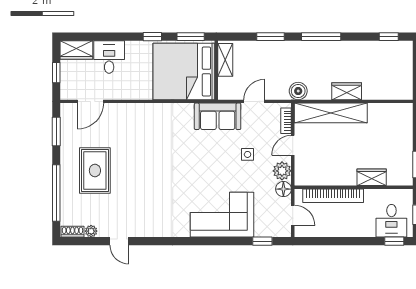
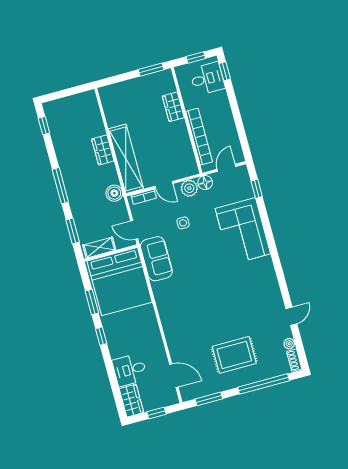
shelving: (225, 60) -> (99, 248), moved
wall: (216, 70) -> (111, 253), moved
bed: (184, 72) -> (120, 282), moved

